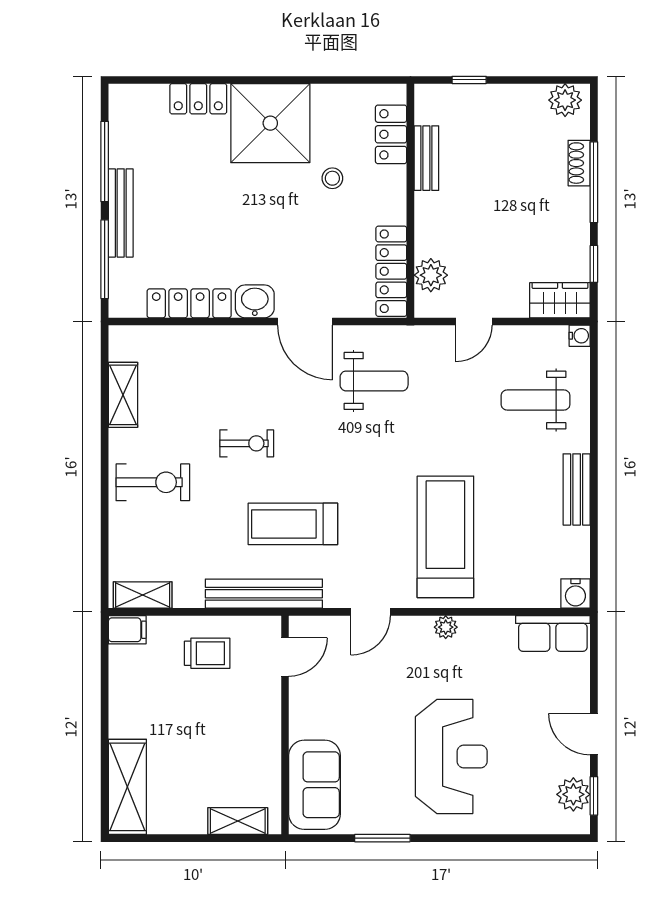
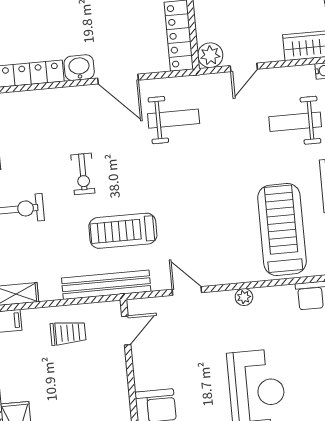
plant: (431, 275) -> (210, 55), moved
exercise bike: (247, 443) -> (83, 174), turned 90
treadmill: (445, 537) -> (282, 230), moved
door: (371, 612) -> (187, 291), swing flipped

